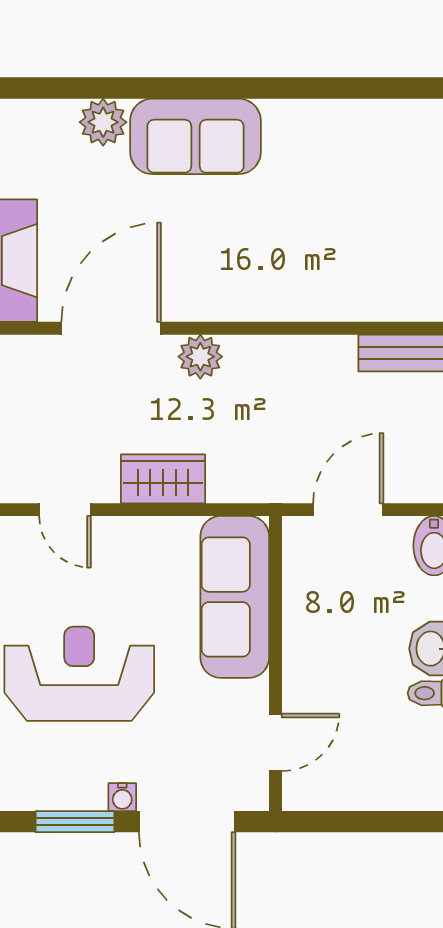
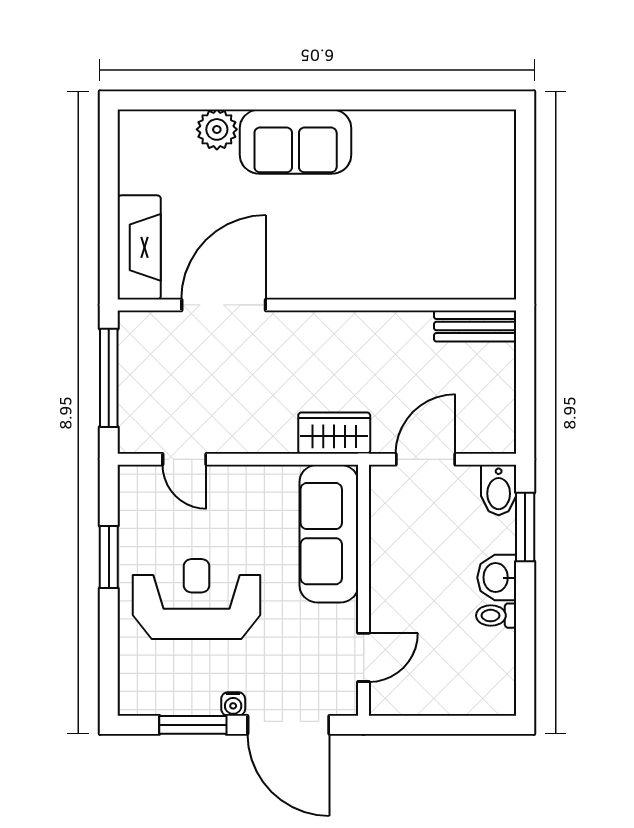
plant: (200, 357) -> (300, 329), removed
wardrobe: (163, 479) -> (334, 433), moved

